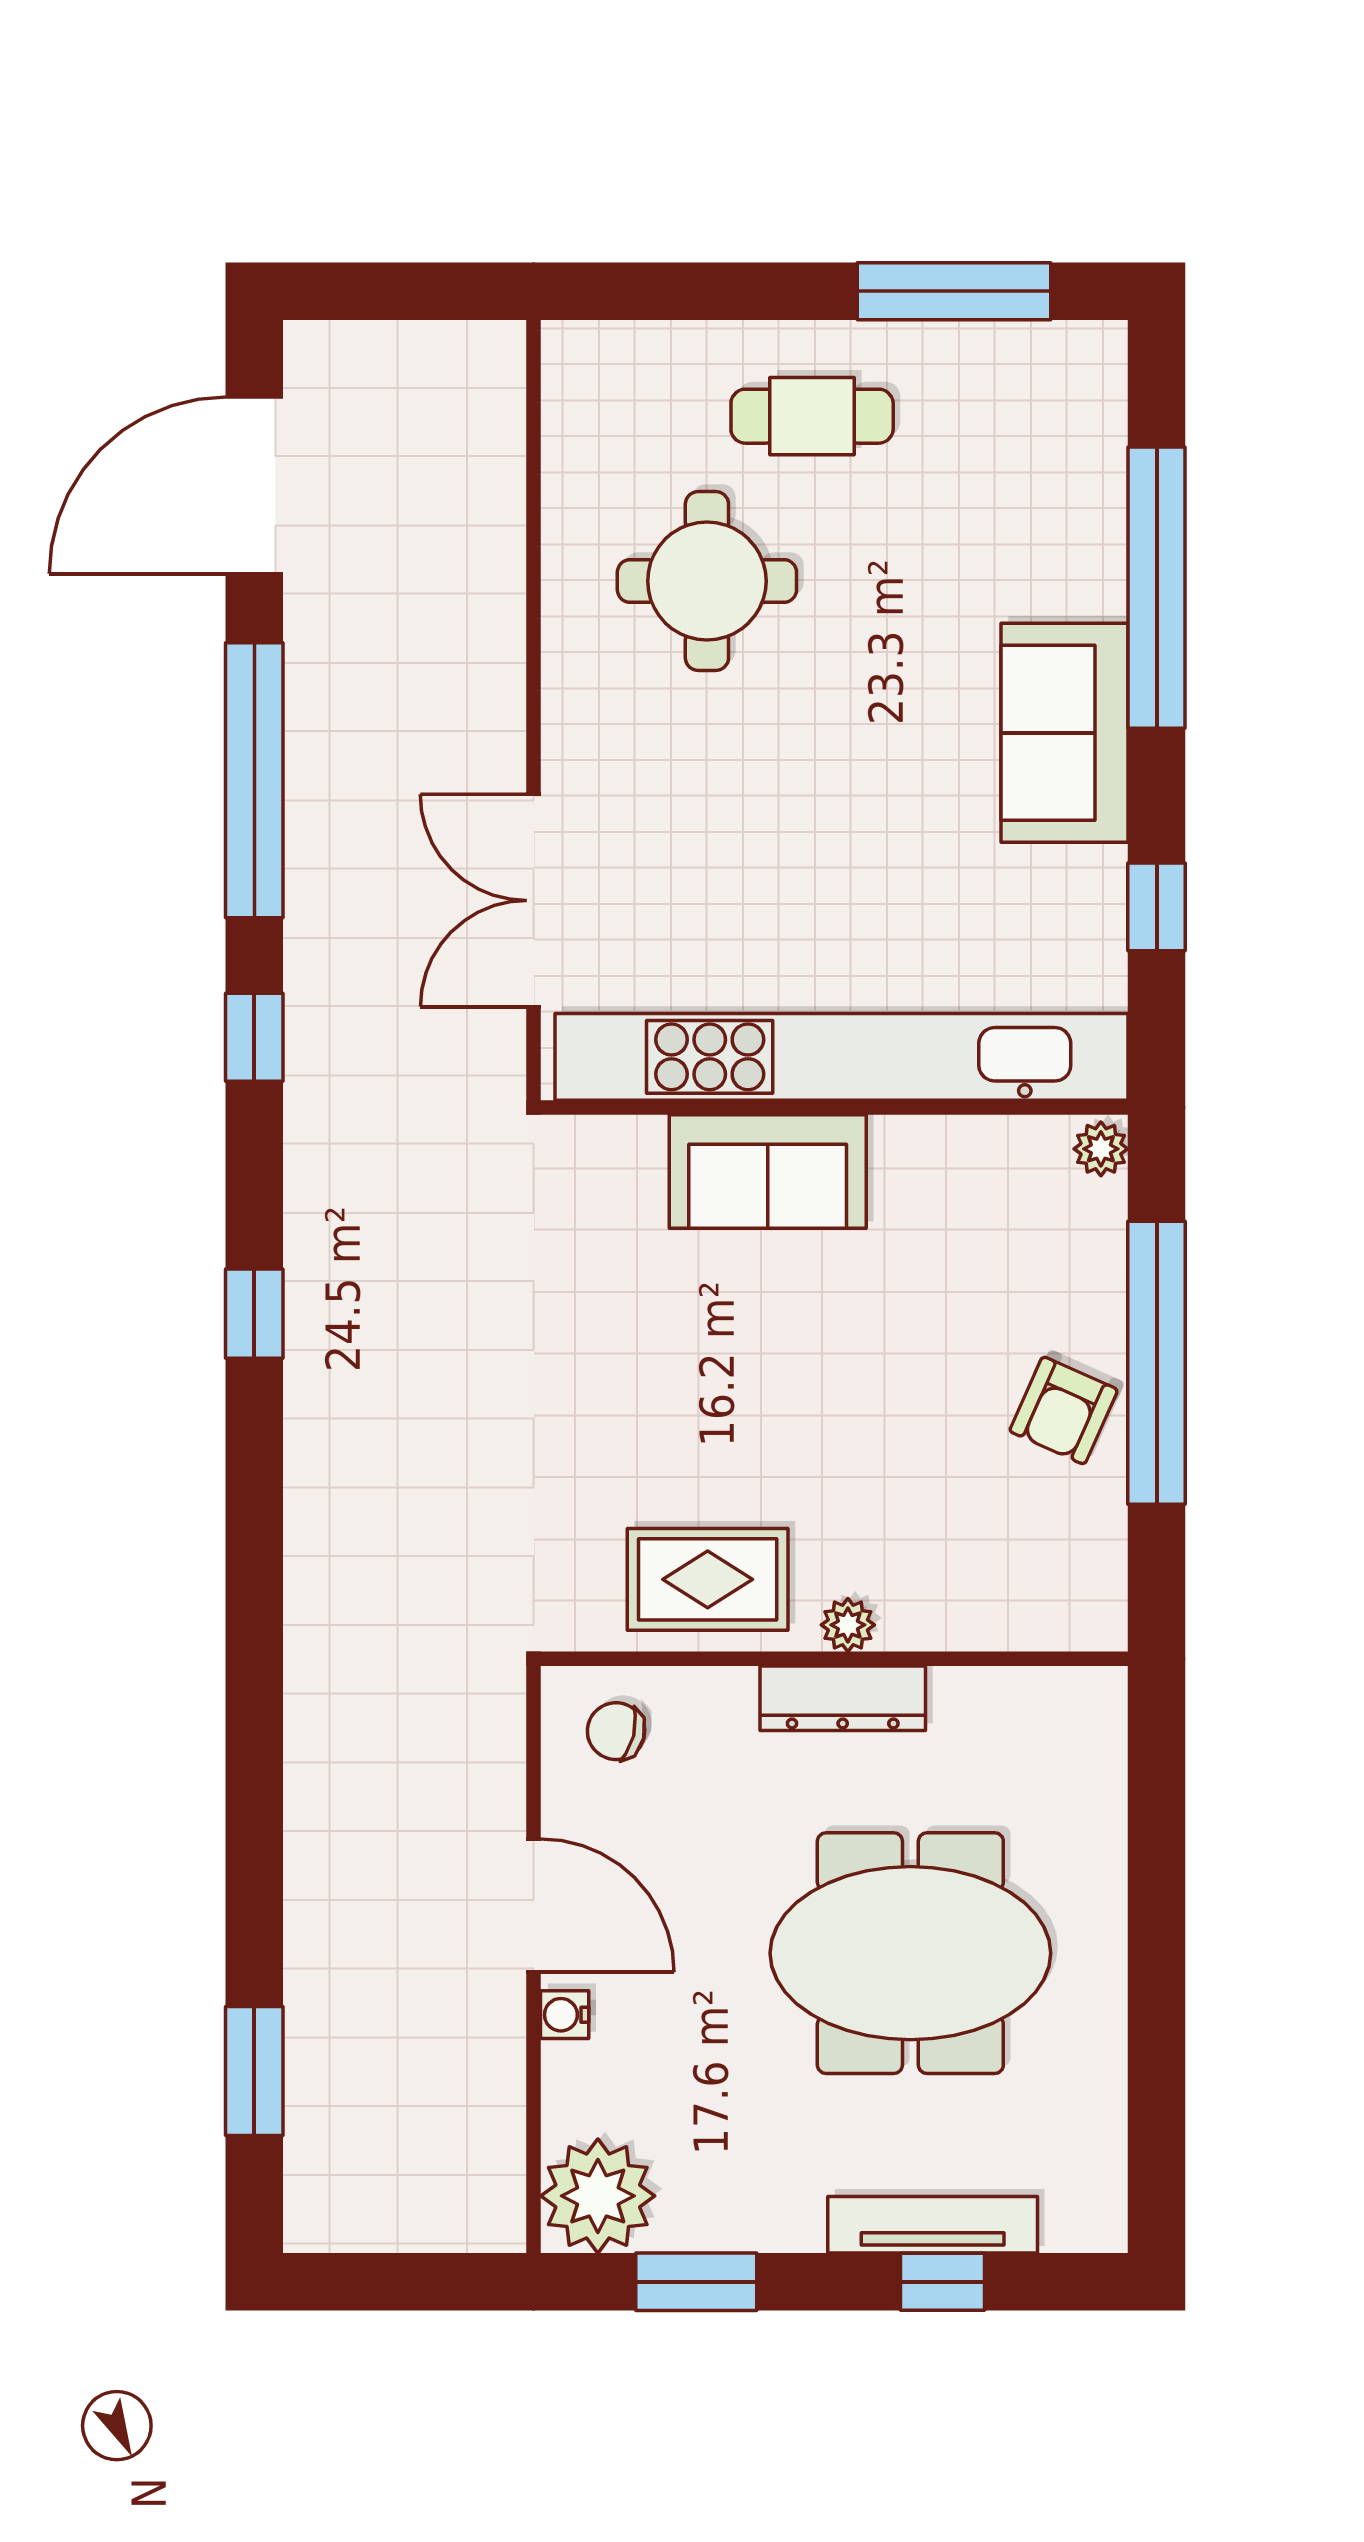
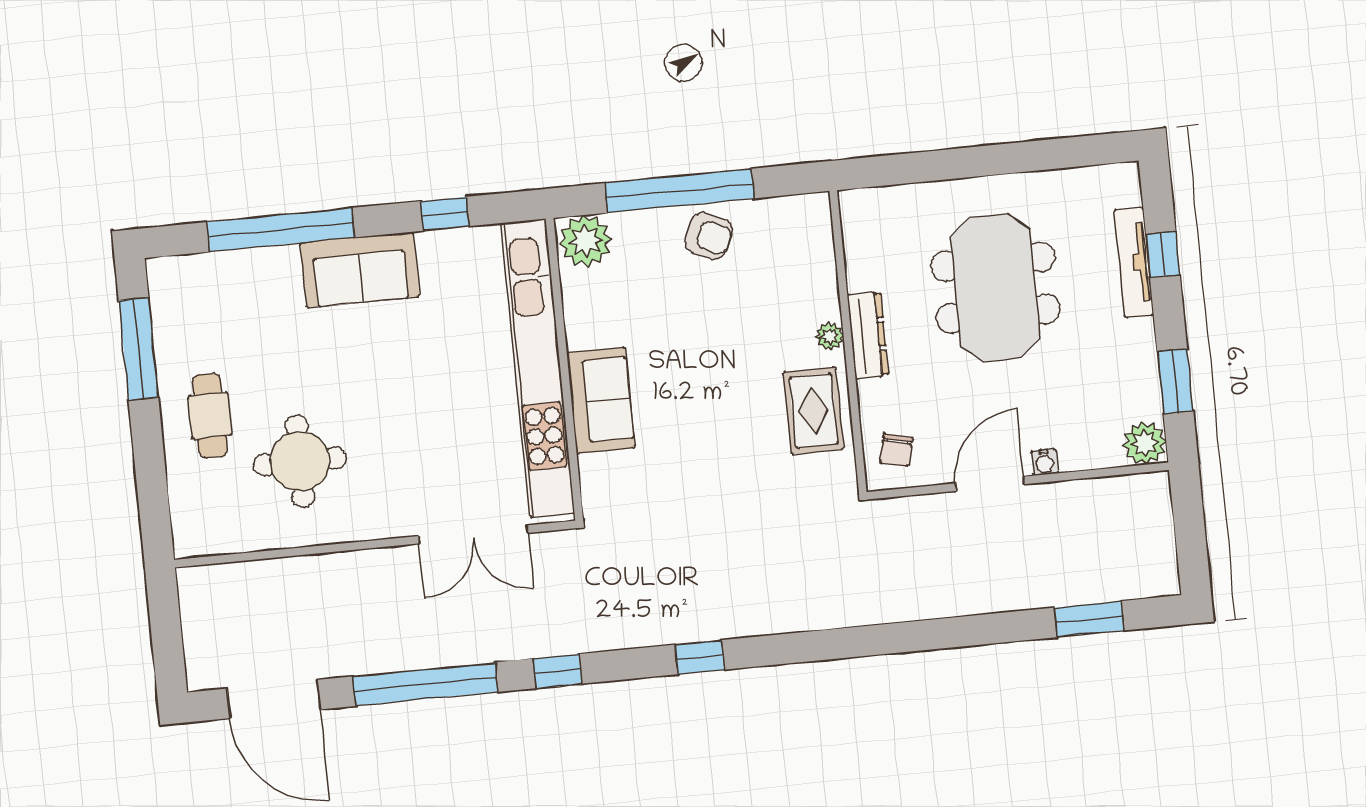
plant: (1101, 1149) -> (585, 241), width x1.87, depth x1.87
plant: (598, 2196) -> (1145, 443), width x0.73, depth x0.73

